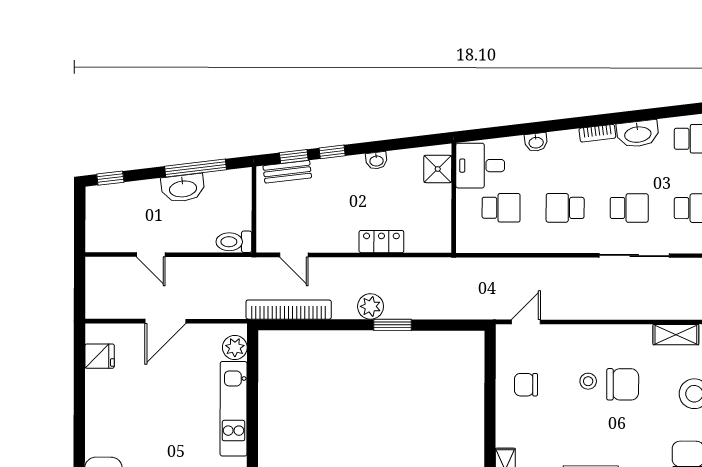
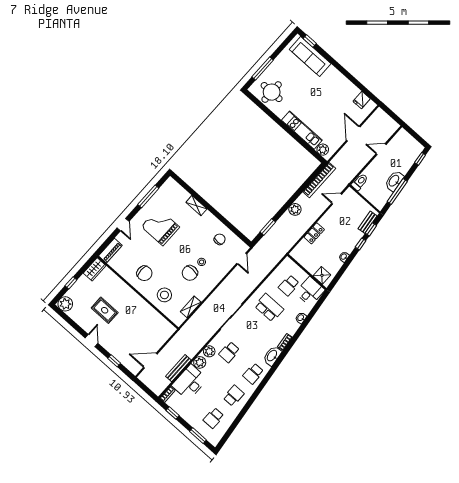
school desk: (565, 208) -> (269, 308), width x1.85
school desk: (629, 208) -> (249, 330), removed
window: (393, 325) -> (268, 227), moved

